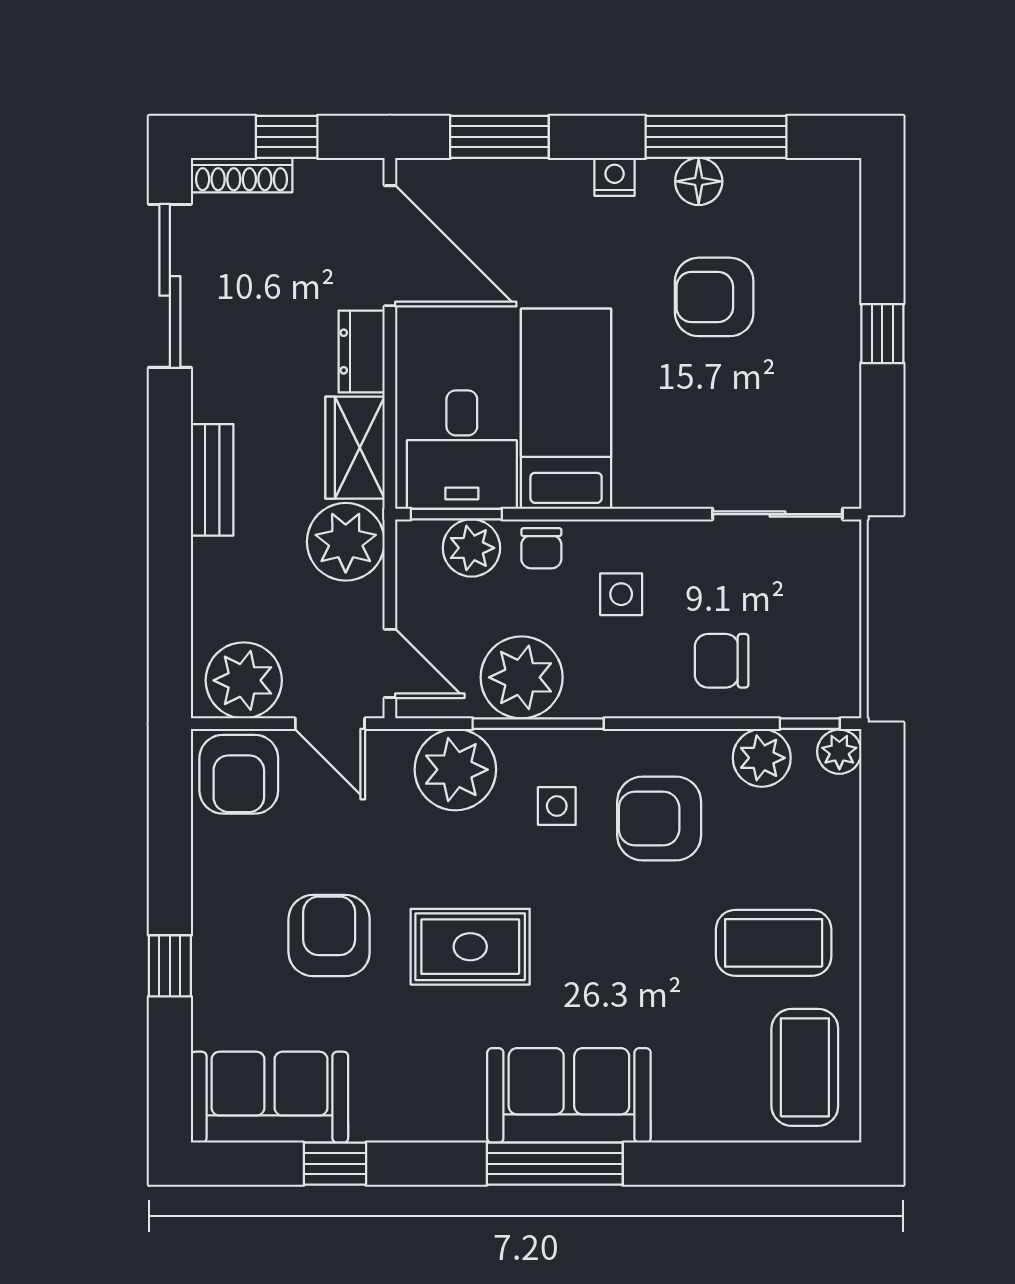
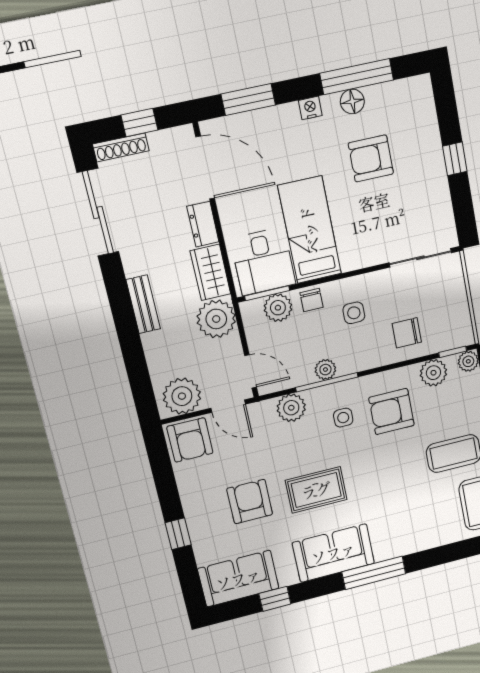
plant: (522, 677) -> (325, 370), width x0.53, depth x0.53
plant: (455, 770) -> (291, 408), width x0.73, depth x0.73
sofa: (569, 1095) -> (333, 553), moved

